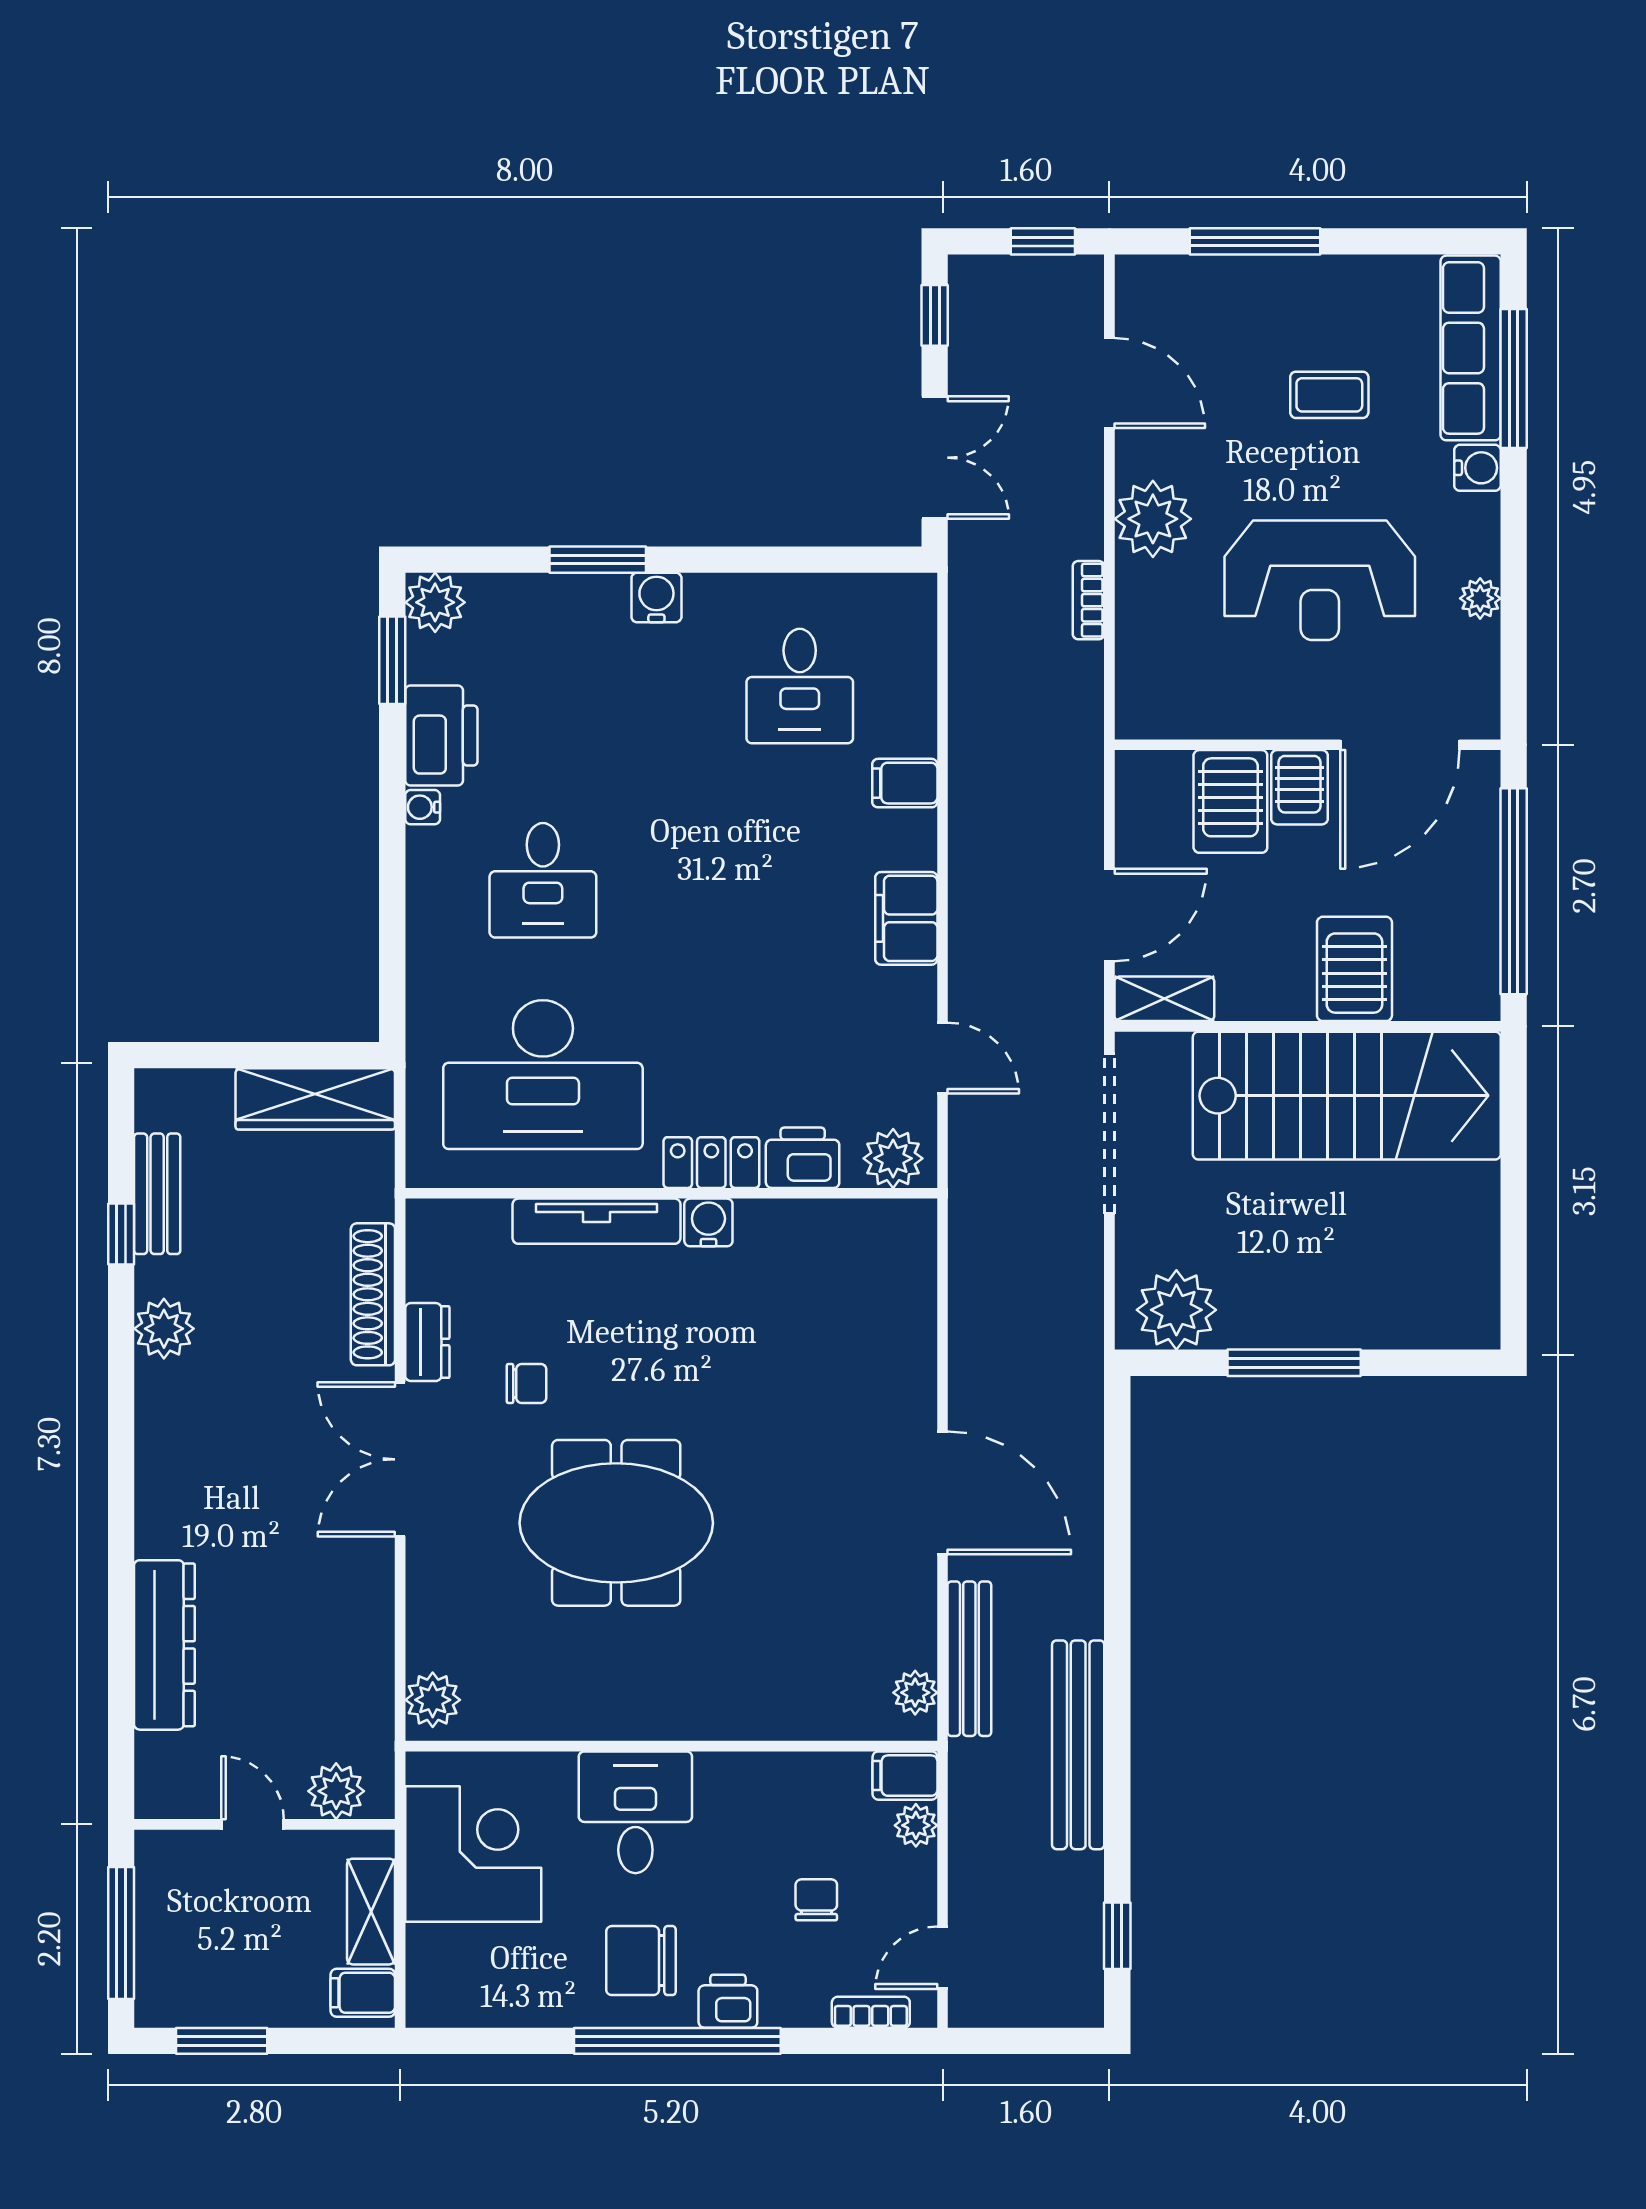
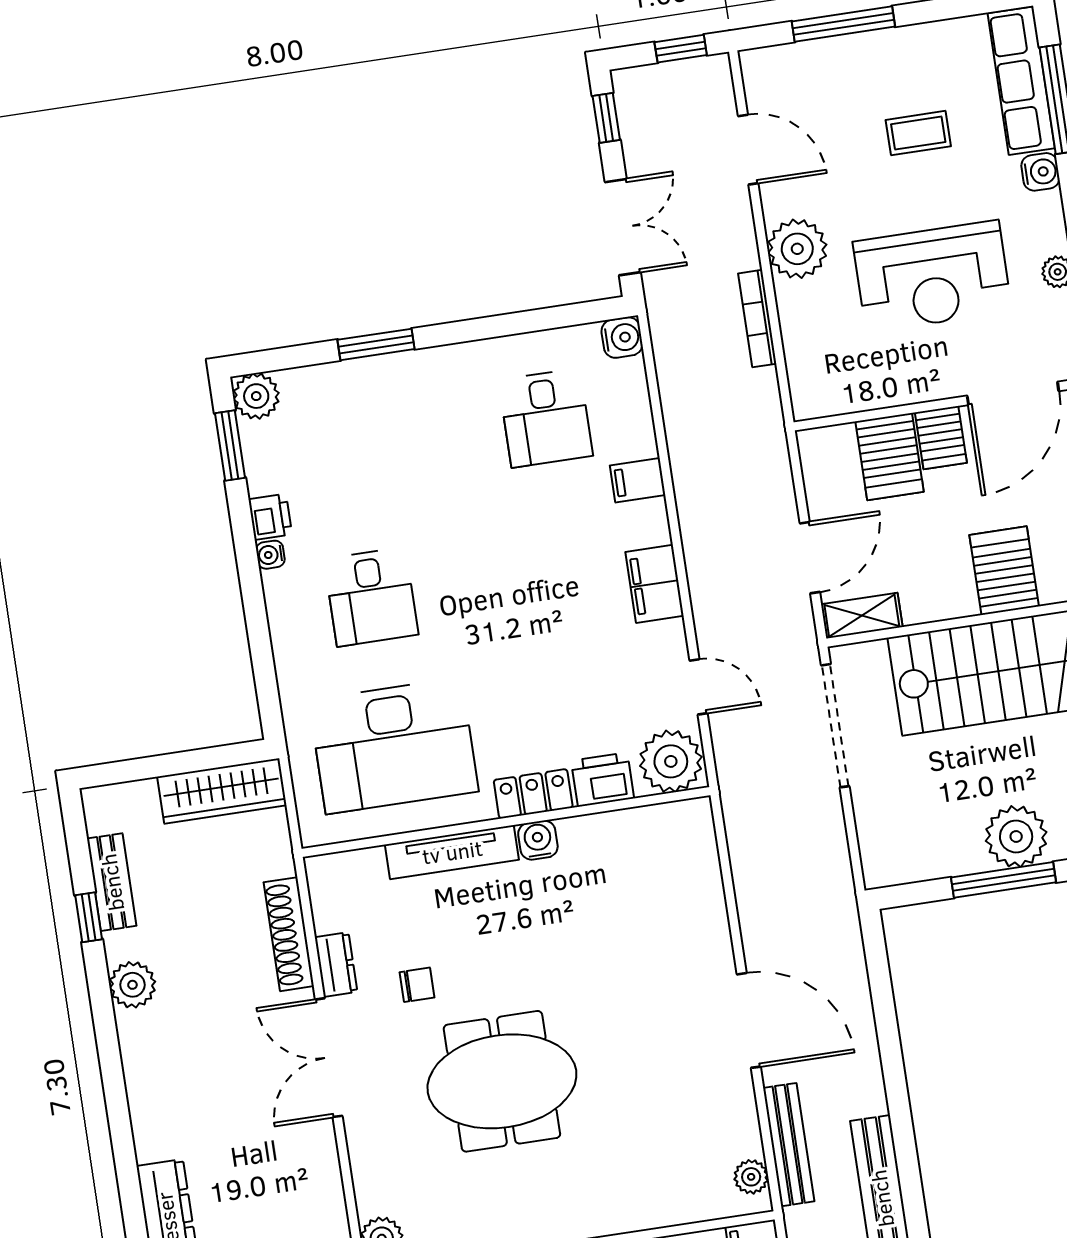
water cooler: (656, 597) -> (622, 338), moved, turned 90
bookcase: (1088, 600) -> (757, 319), width x1.56
printer: (441, 736) -> (270, 517), width x0.53, depth x0.68
plant: (893, 1158) -> (671, 761), width x1.36, depth x1.36
plant: (1176, 1310) -> (1016, 836), moved

